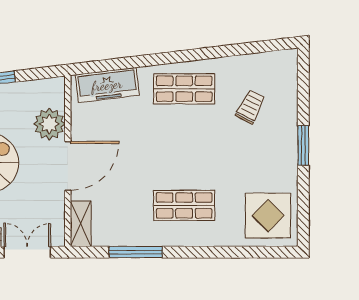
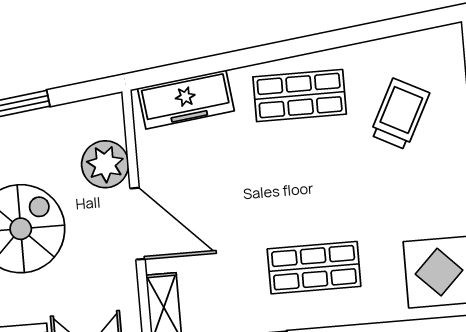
trolley: (250, 107) -> (400, 114), width x1.36, depth x1.39
door: (68, 166) -> (138, 224), hinge flipped

